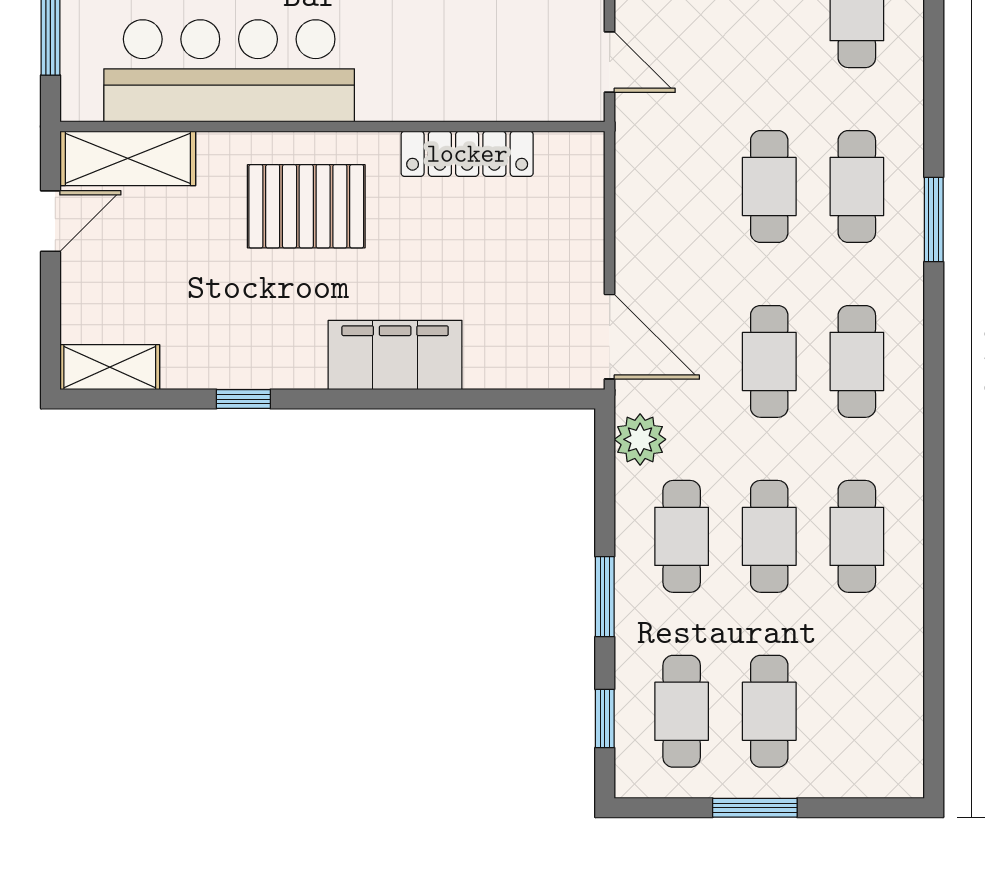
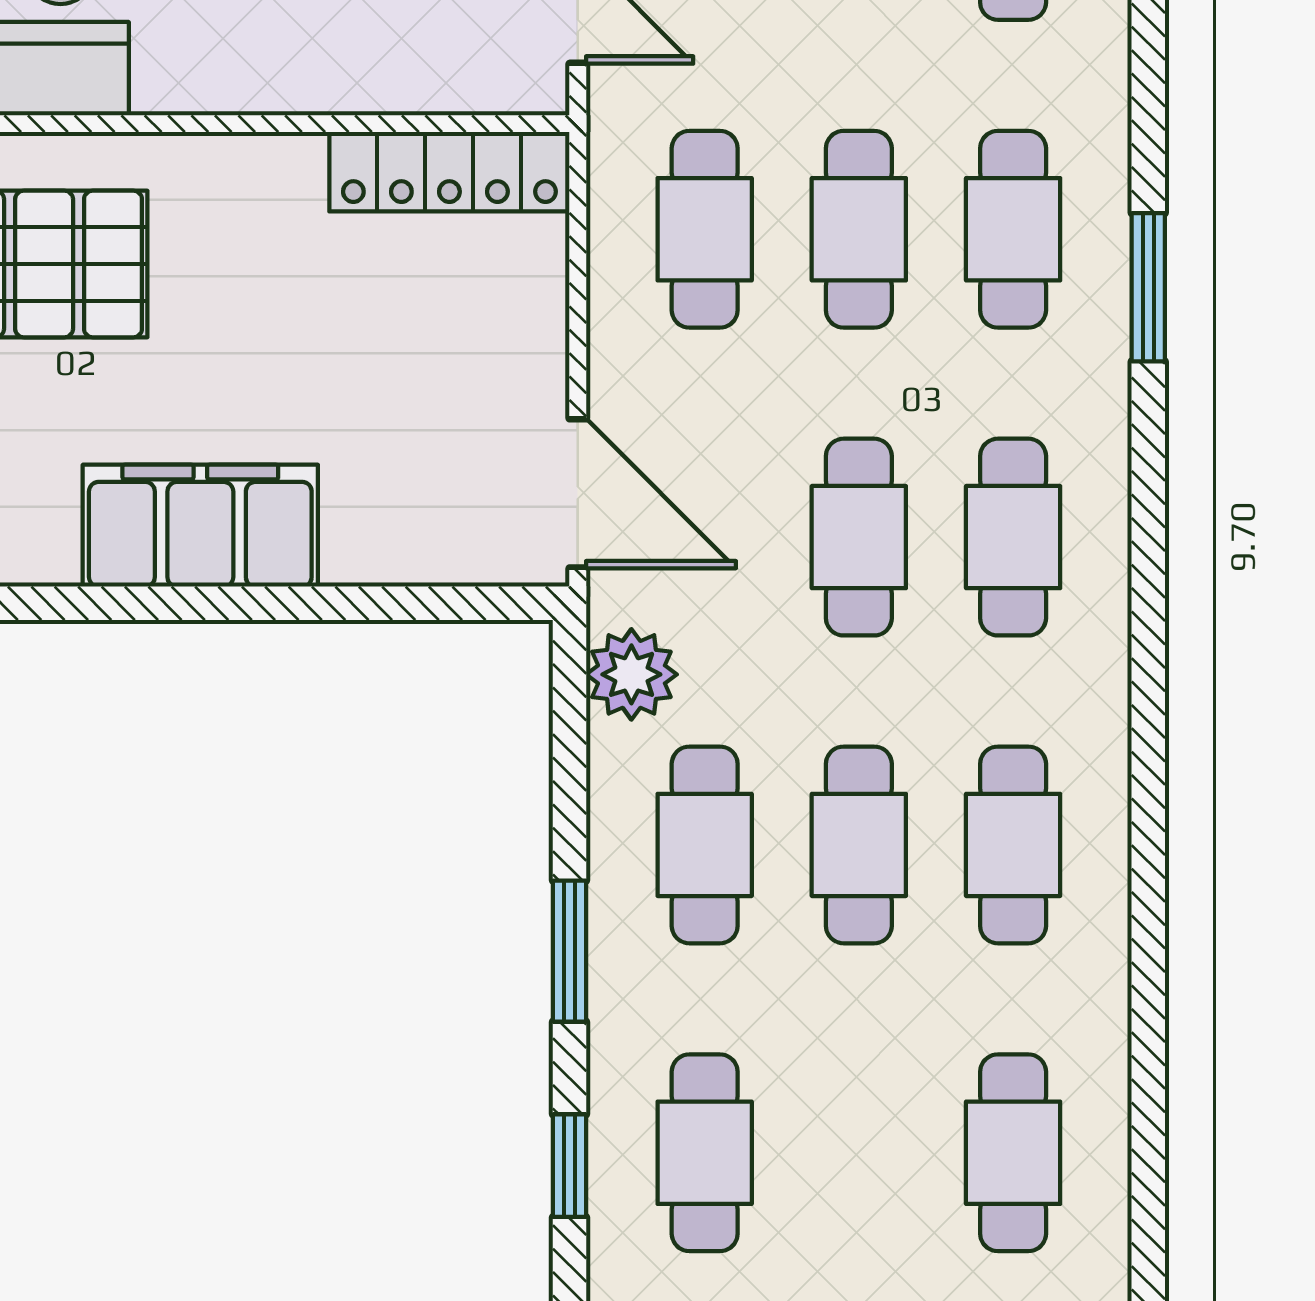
locker: (467, 154) -> (449, 172), moved
cafe table: (682, 187) -> (705, 229), added
cafe table: (769, 711) -> (1013, 1153), moved

